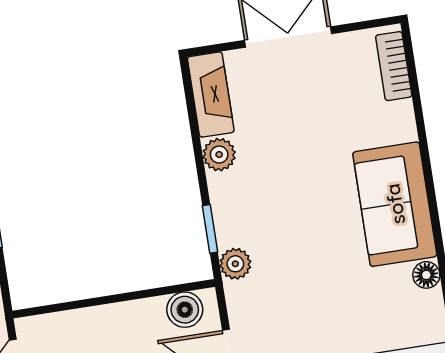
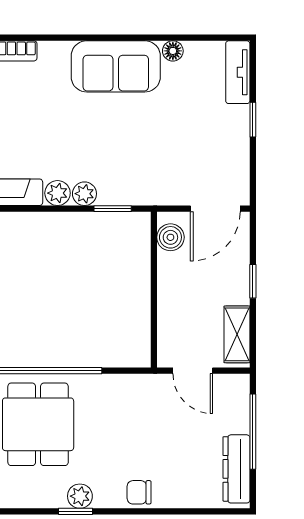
plant: (235, 264) -> (84, 194), moved

